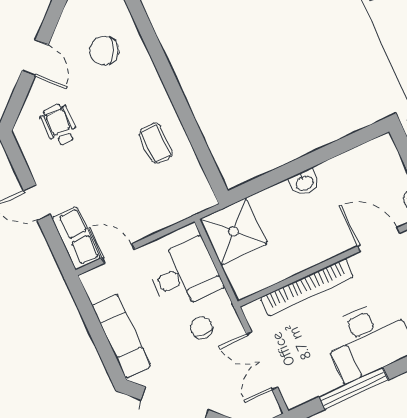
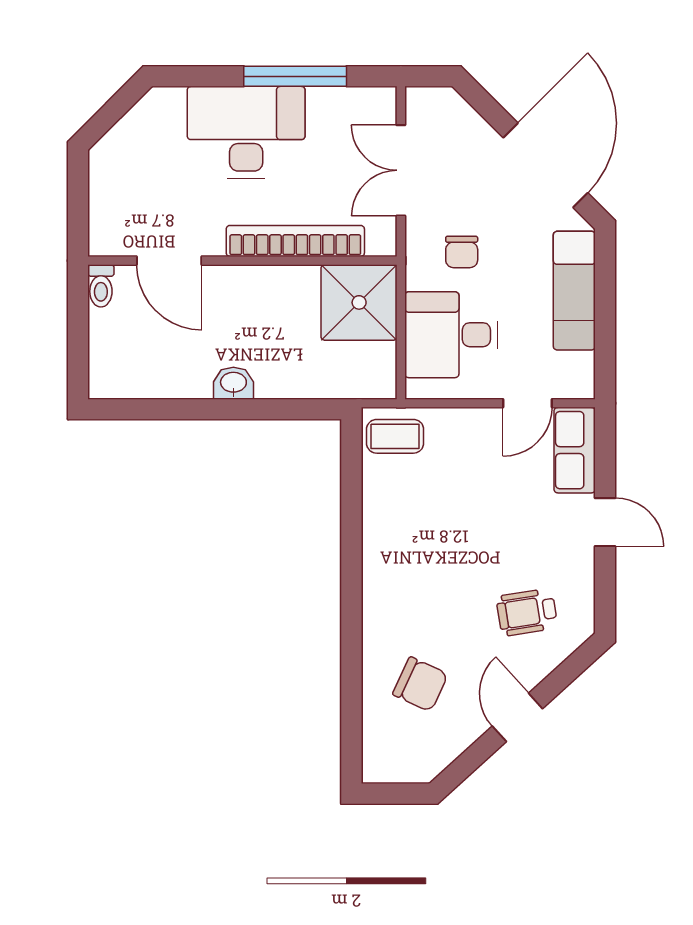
wheelchair: (59, 125) -> (527, 612), turned 81
coffee table: (156, 143) -> (395, 436), moved, turned 90
shower: (233, 231) -> (359, 302), moved
door: (118, 254) -> (527, 403), hinge flipped
double door: (262, 361) -> (401, 170), swing flipped

